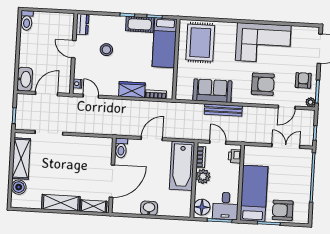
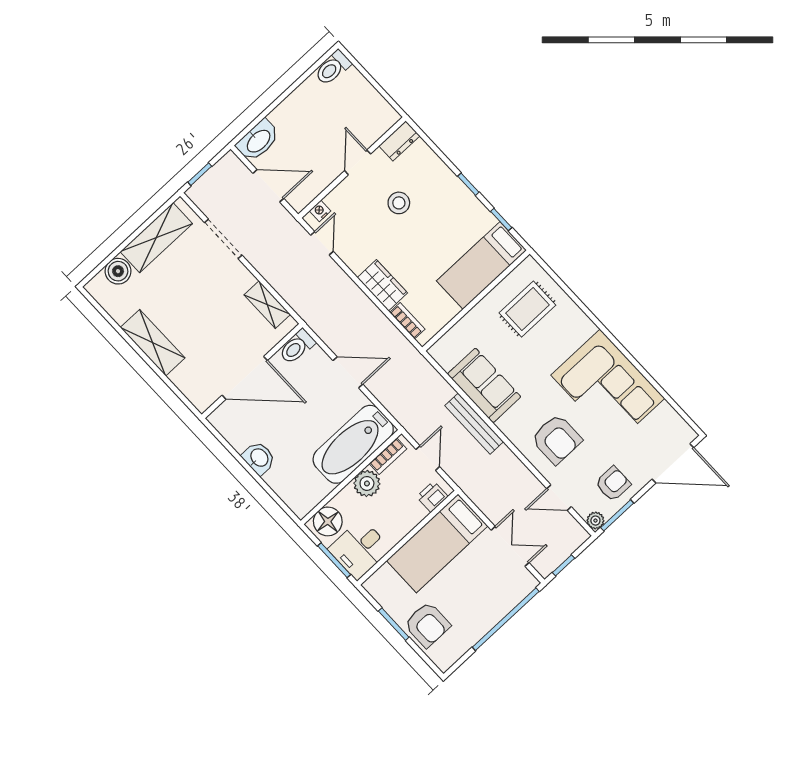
cot: (140, 24) -> (472, 211), removed
rug: (200, 43) -> (527, 309), width x0.73, depth x0.70
bed: (254, 193) -> (437, 543), moved, turned 180
shelving: (93, 206) -> (267, 305), moved
armchair: (283, 210) -> (427, 625), turned 180

